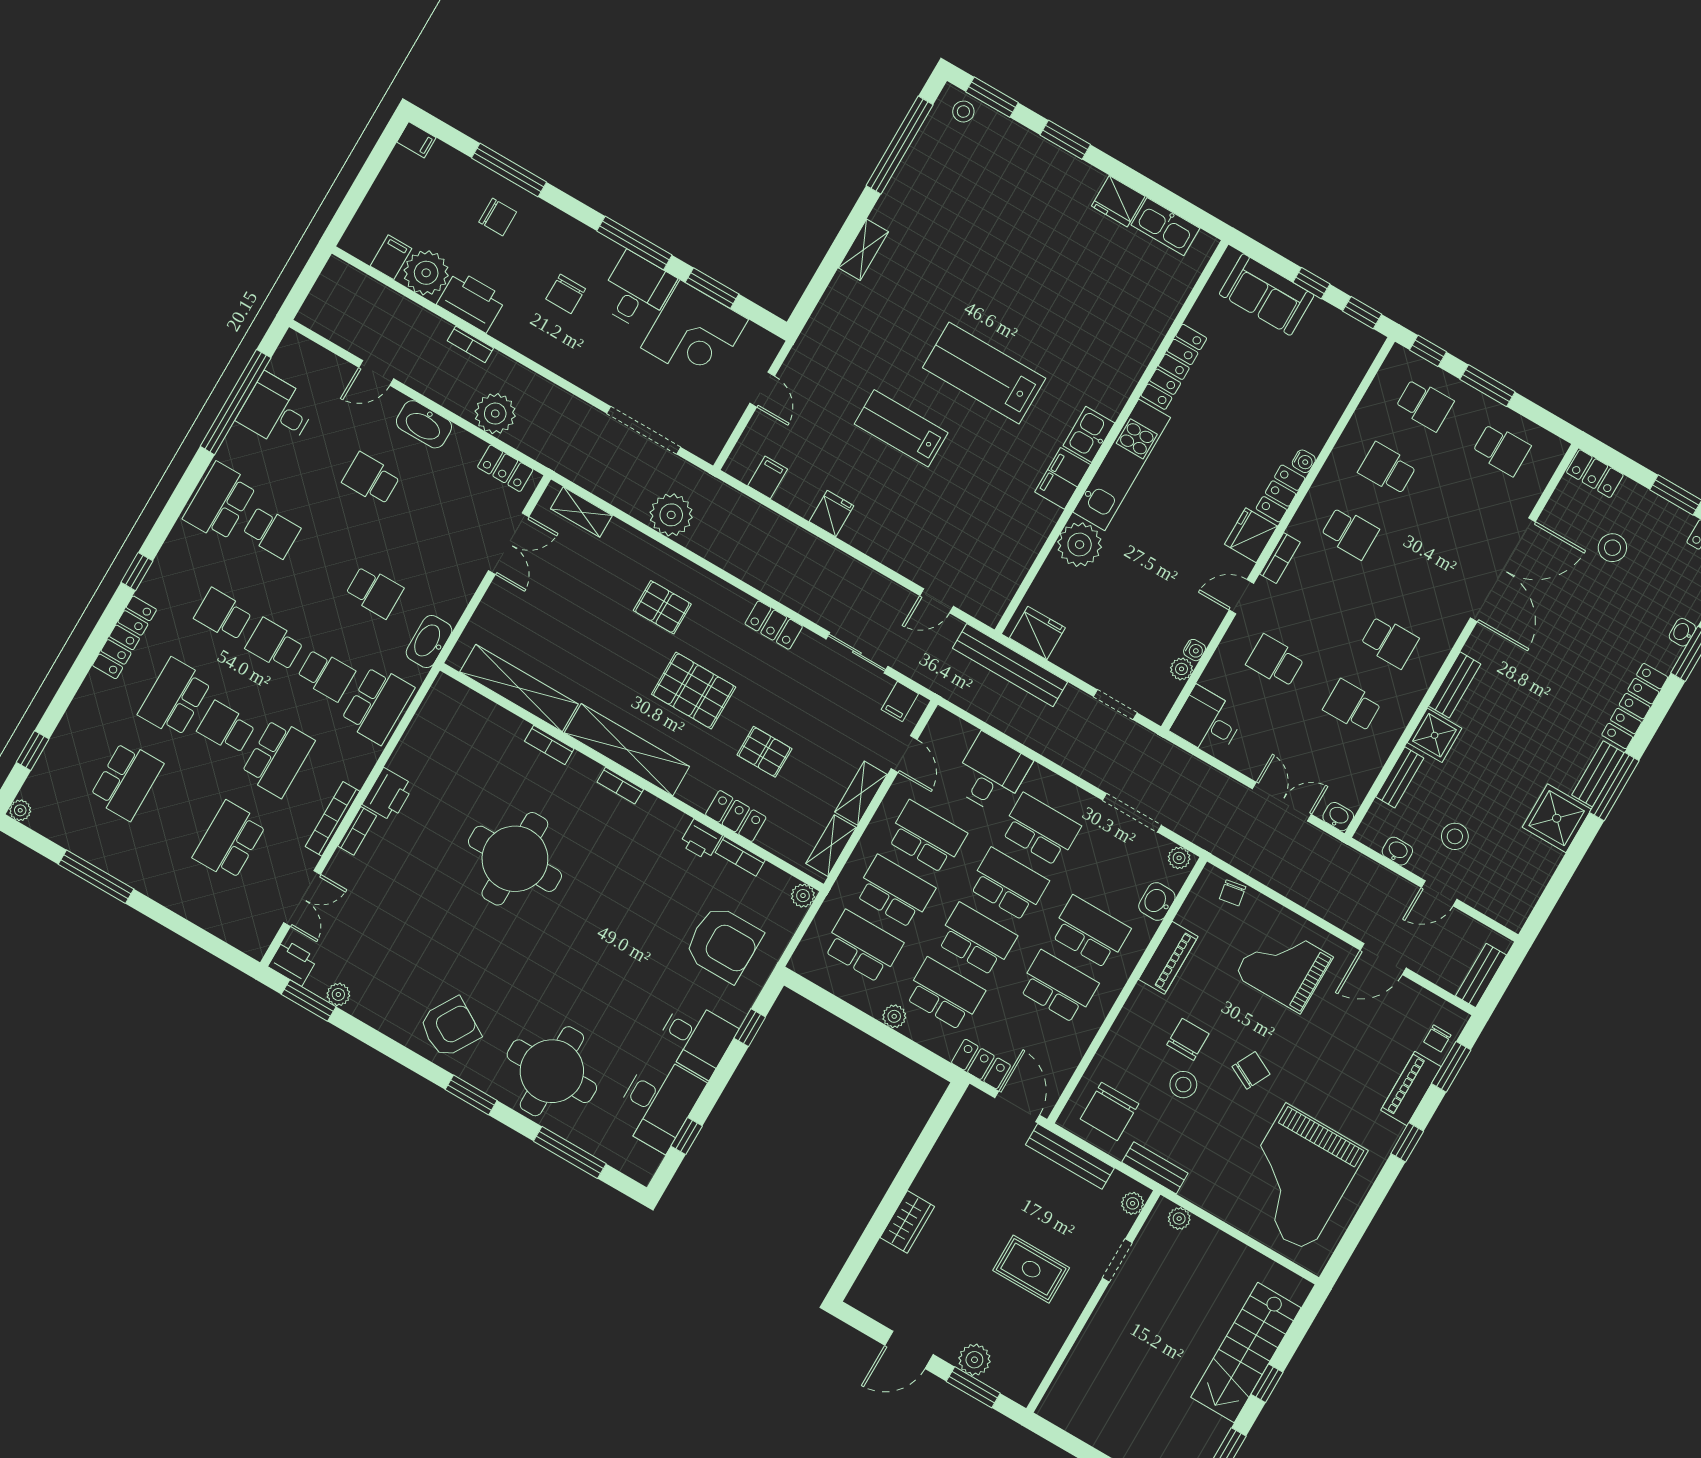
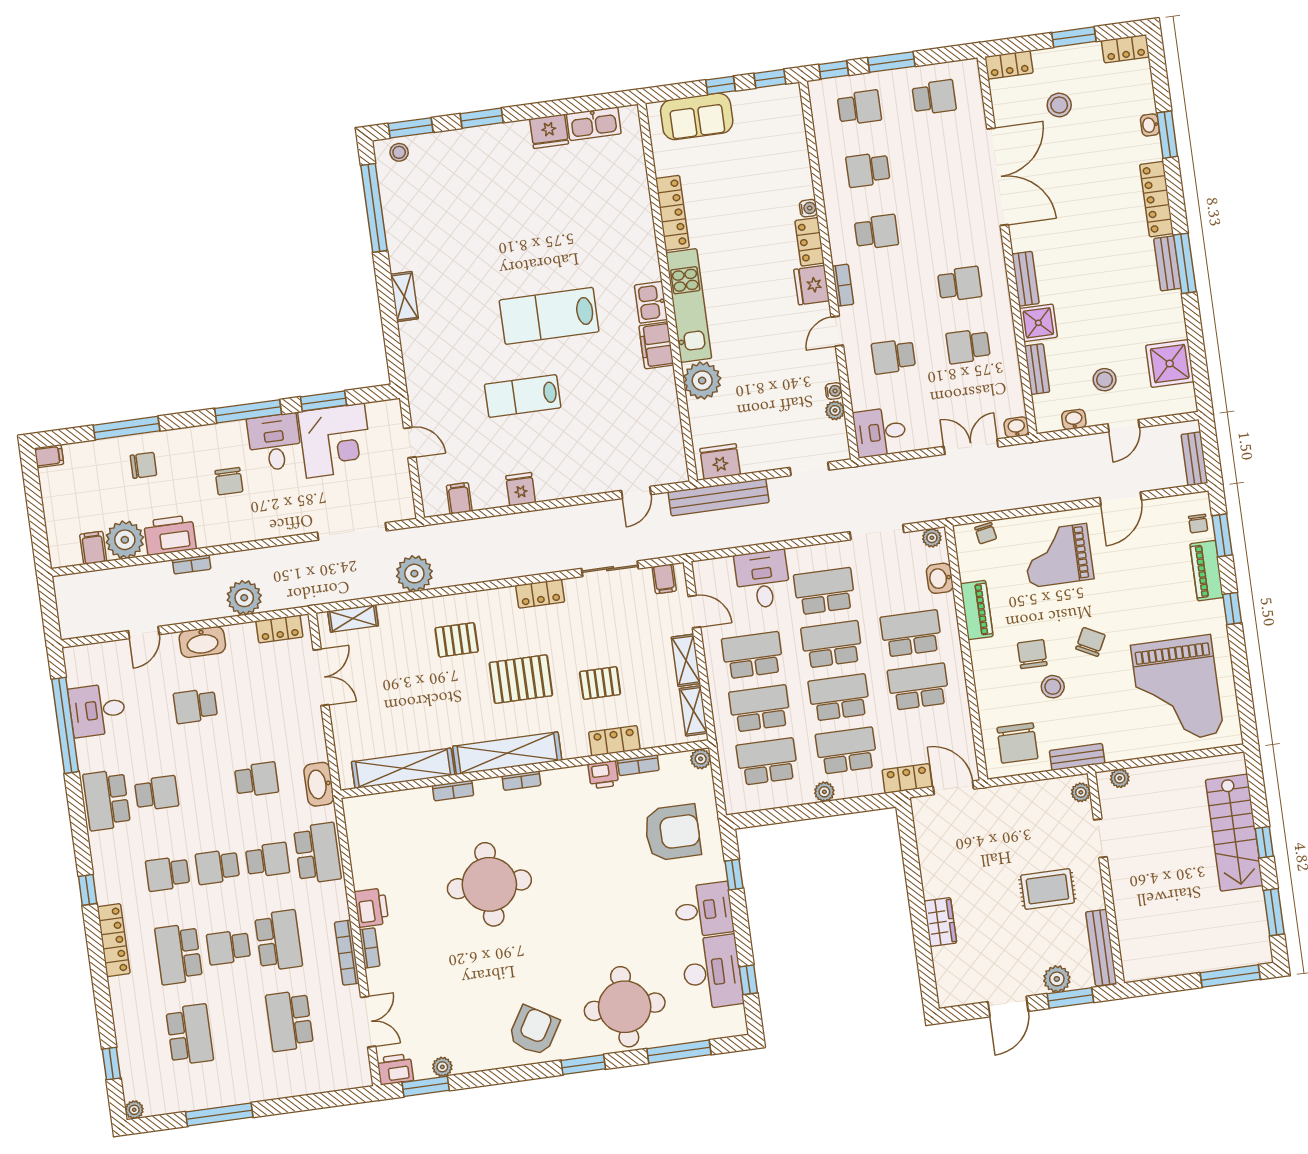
shower: (1557, 818) -> (1170, 364), moved
bench: (1070, 1156) -> (1101, 948), moved, turned 90

